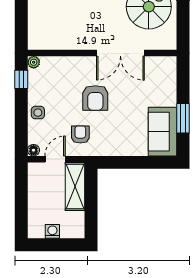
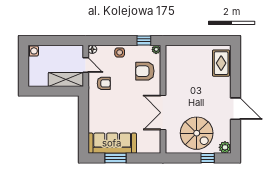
armchair: (95, 98) -> (145, 71), moved
sofa: (162, 132) -> (112, 143), width x1.36
washing machine: (52, 231) -> (33, 51), moved

